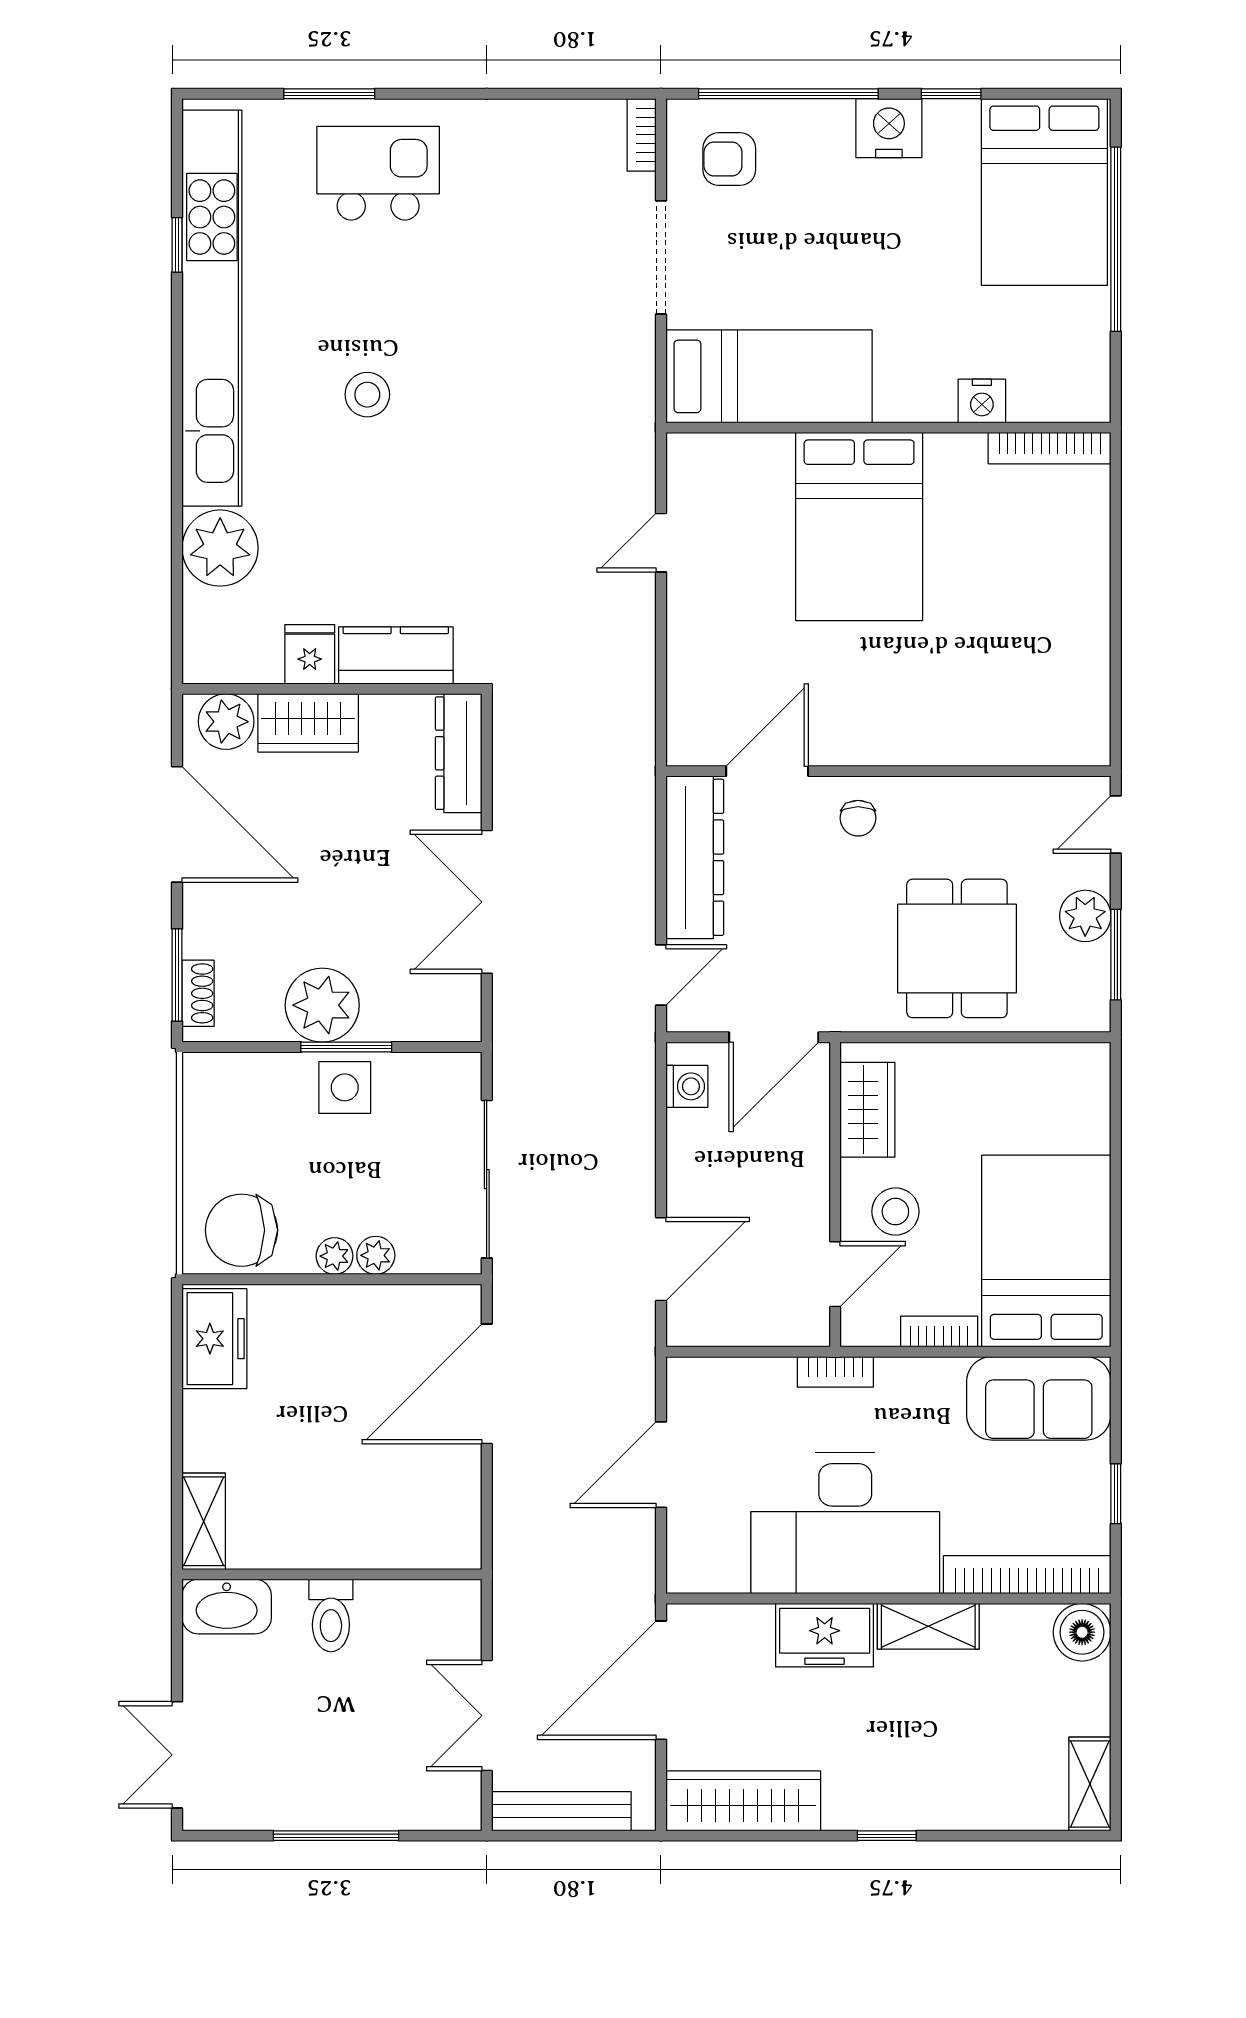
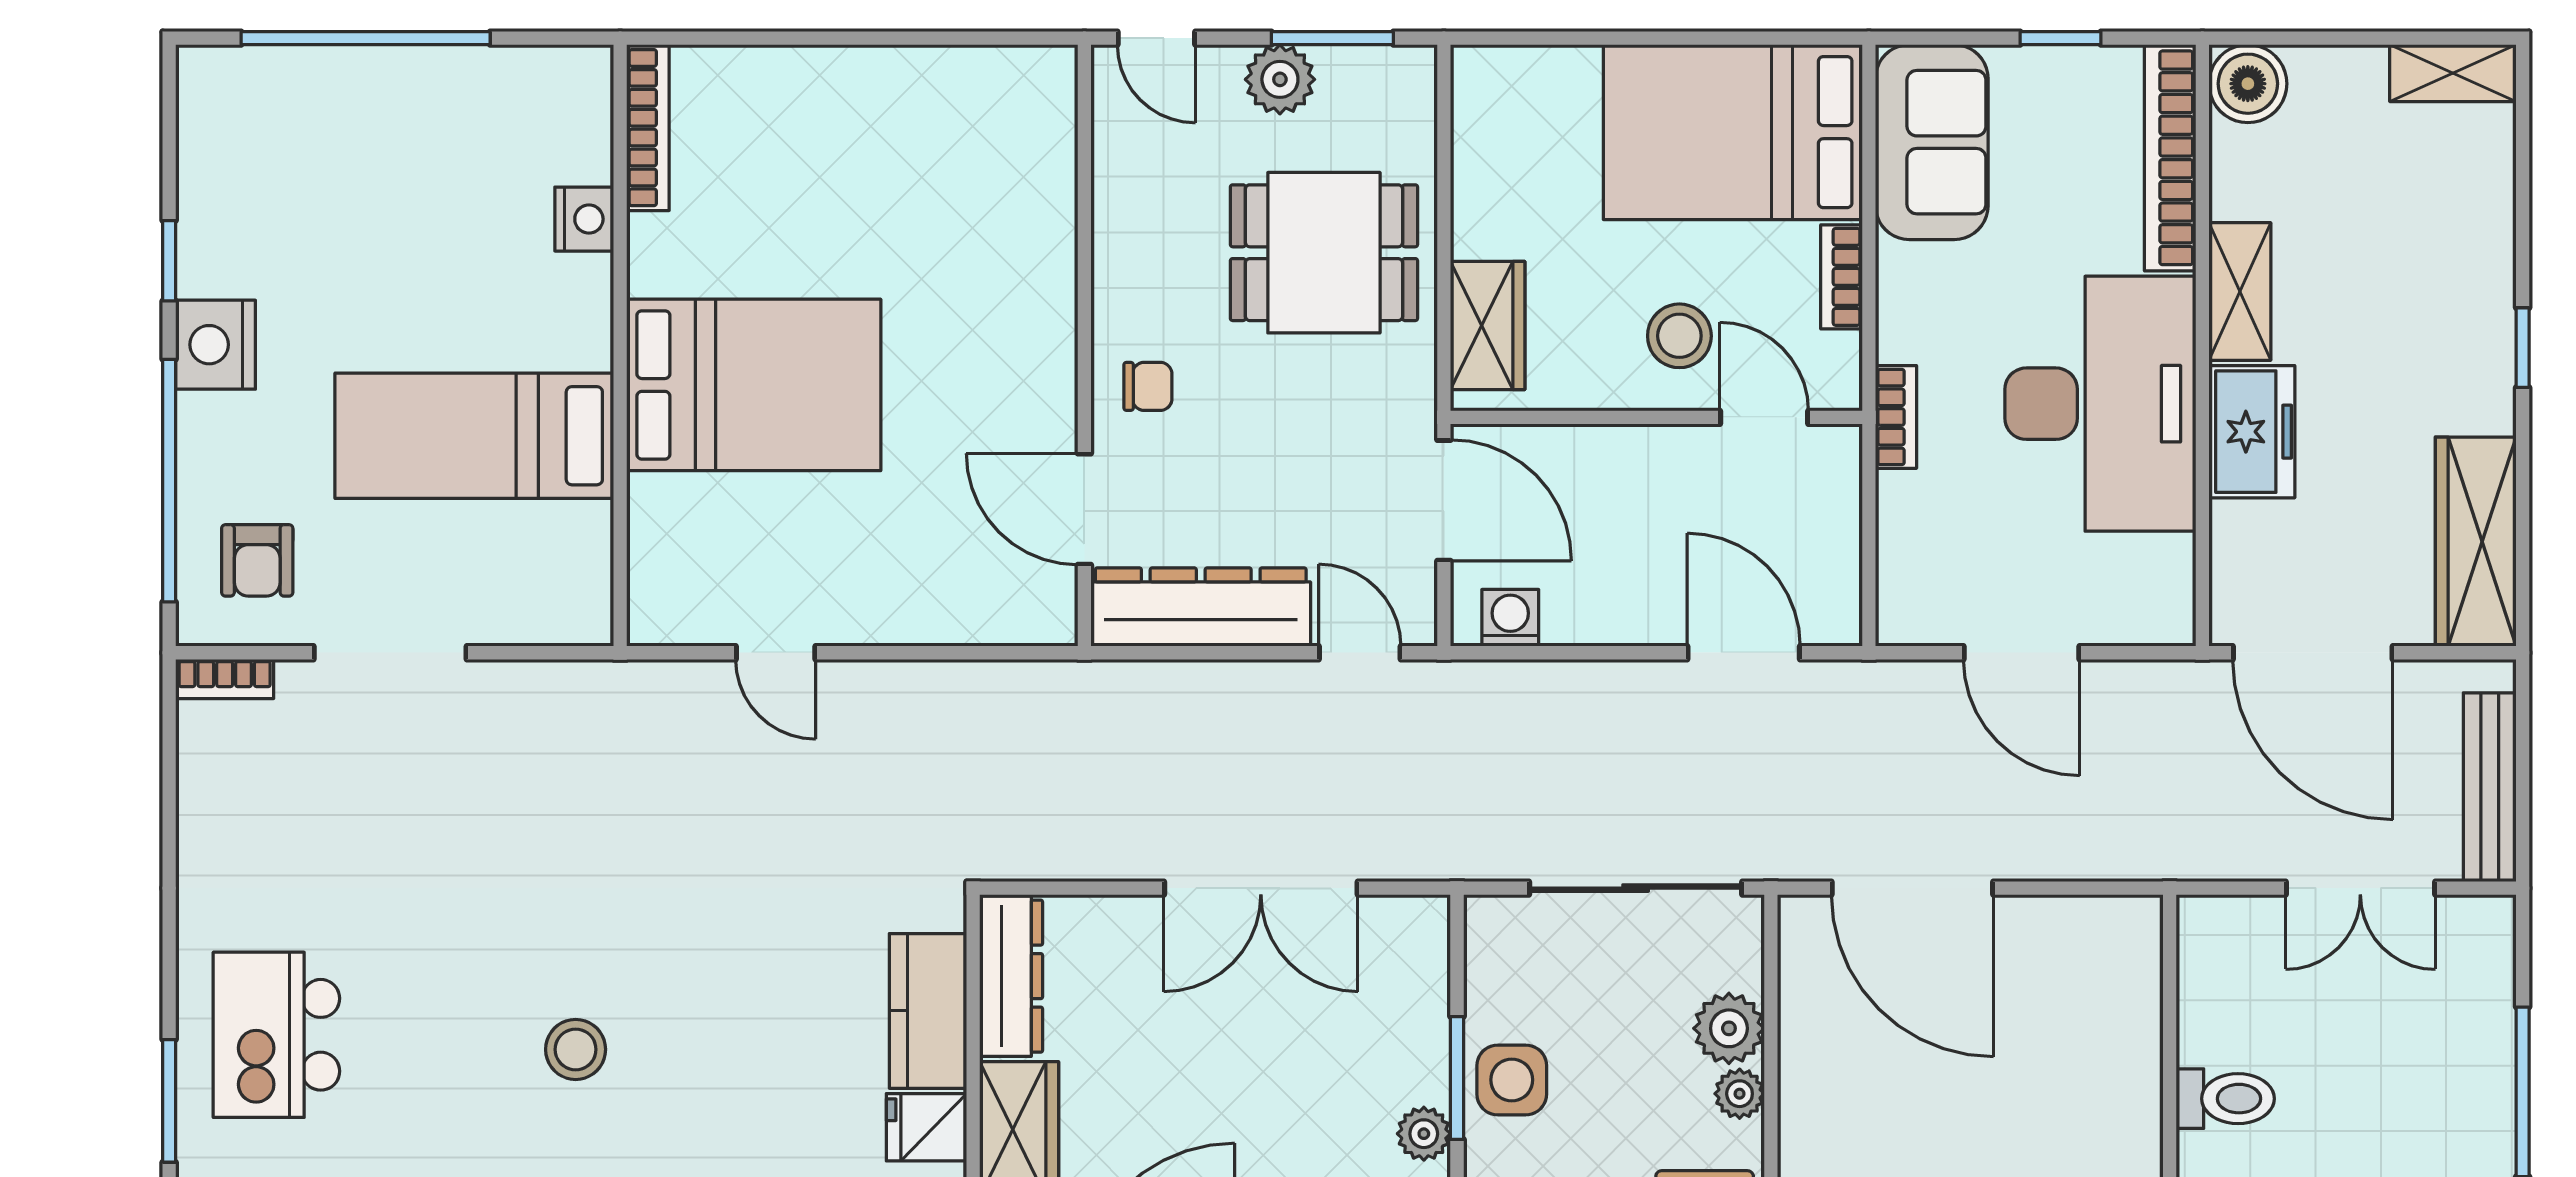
bed: (1044, 192) -> (302, 135), removed
bed: (769, 376) -> (474, 436), moved, turned -90
dresser: (459, 753) -> (1011, 976), moved, turned -90
plant: (322, 1005) -> (1424, 1134), width x0.53, depth x0.53
wardrobe: (867, 1110) -> (1488, 326), moved, turned 90
plant: (376, 1255) -> (1729, 1028), width x1.38, depth x1.38

